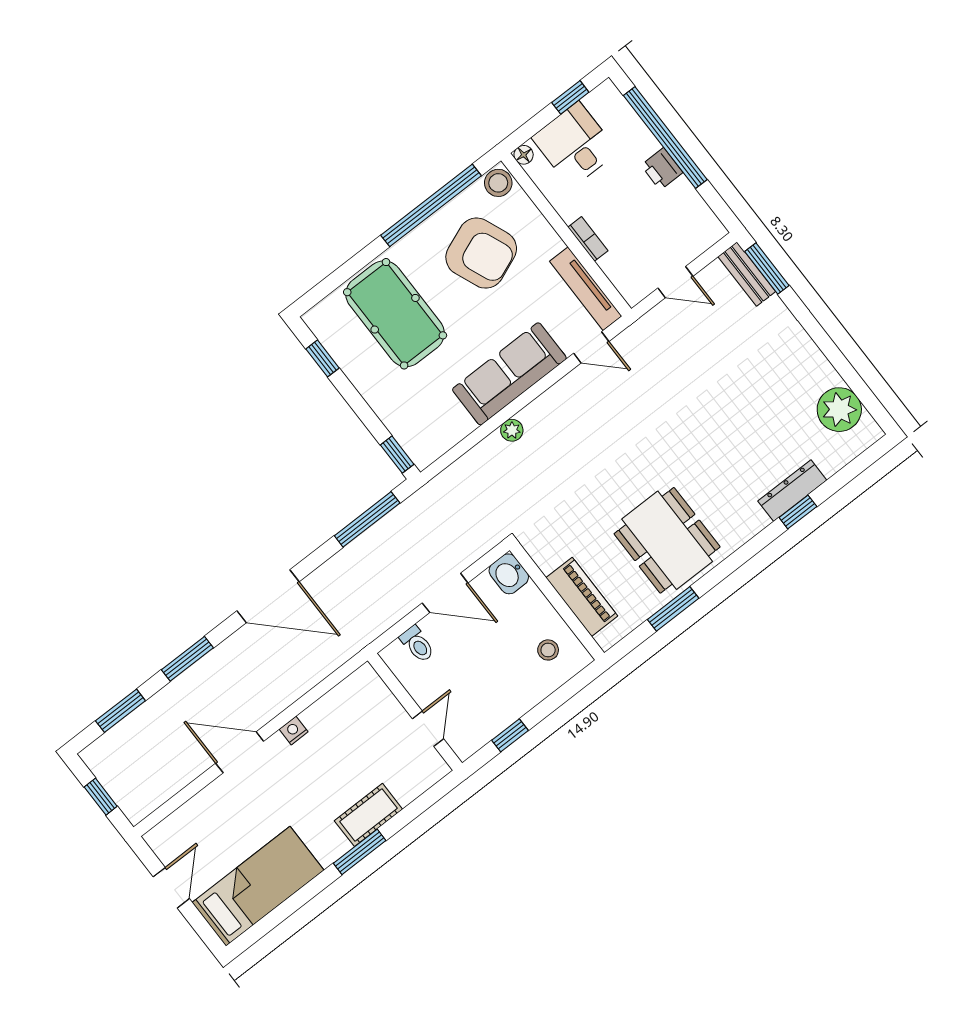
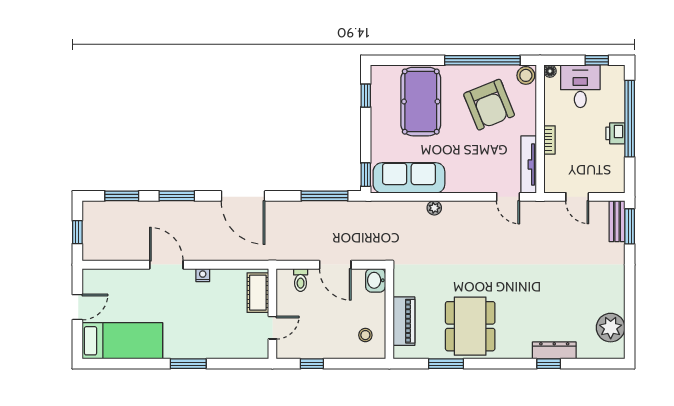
sofa: (509, 374) -> (409, 178), moved
cot: (368, 815) -> (258, 293), moved, turned 90

